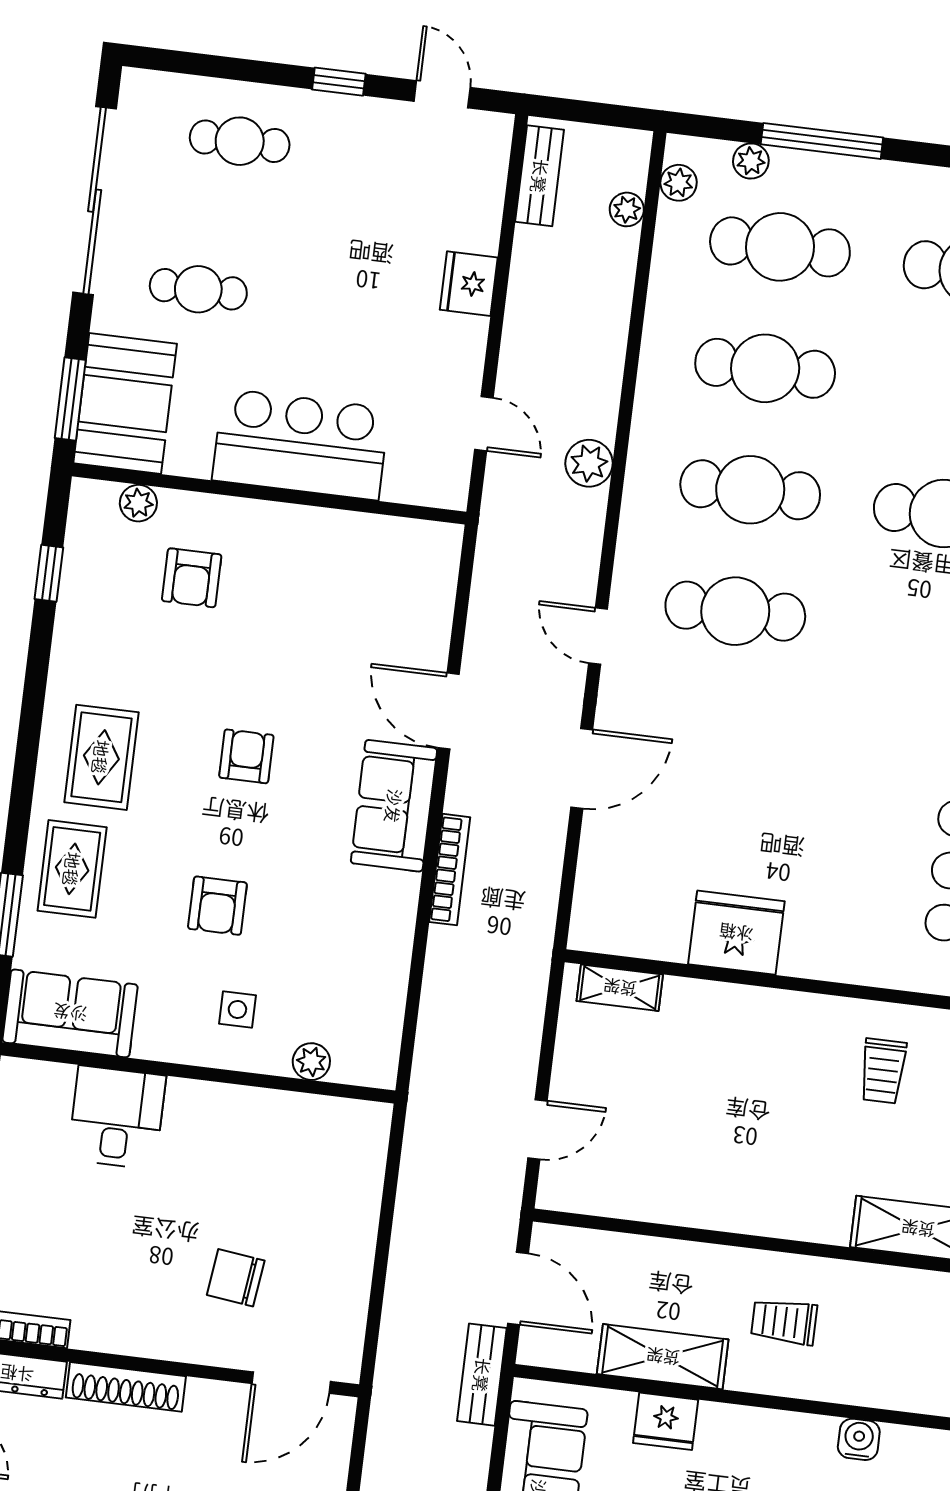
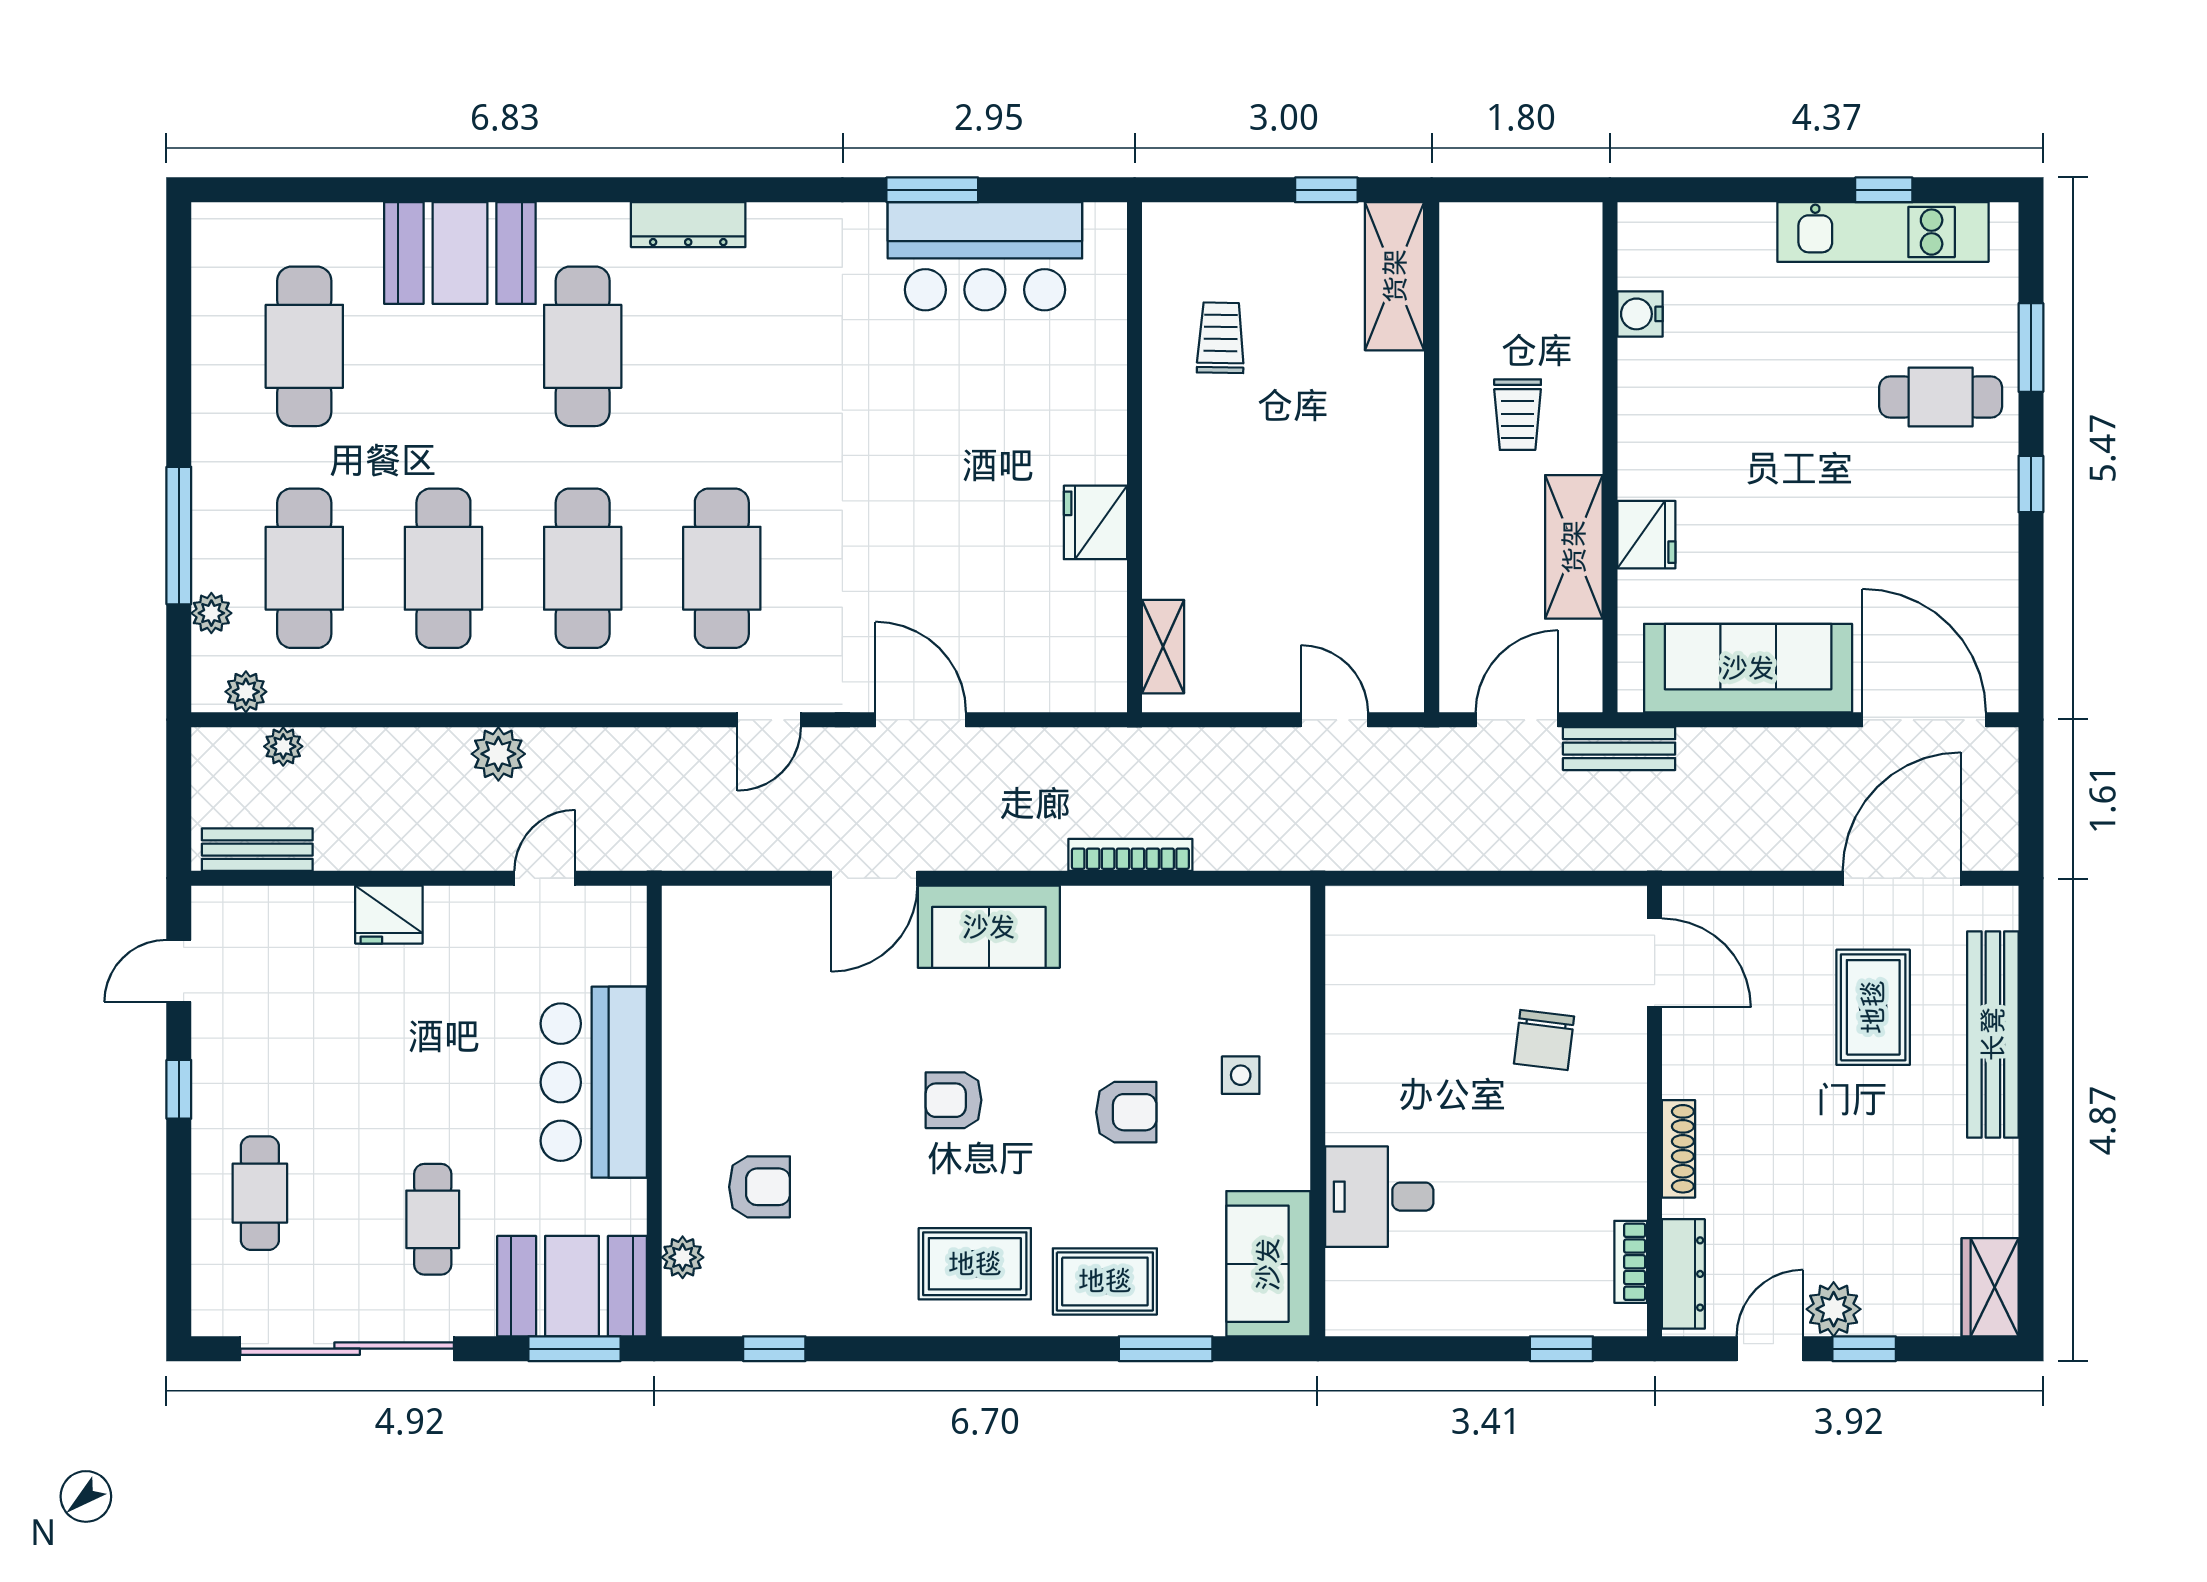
plant: (589, 463) -> (498, 754), moved
bookcase: (450, 870) -> (1130, 855), moved
fridge: (736, 933) -> (1095, 522), width x0.73, depth x0.75
plant: (311, 1062) -> (1289, 985), removed
trolley: (883, 1071) -> (1221, 338), turned -89
shoe rack: (126, 1387) -> (1679, 1149), width x0.74, depth x0.81

